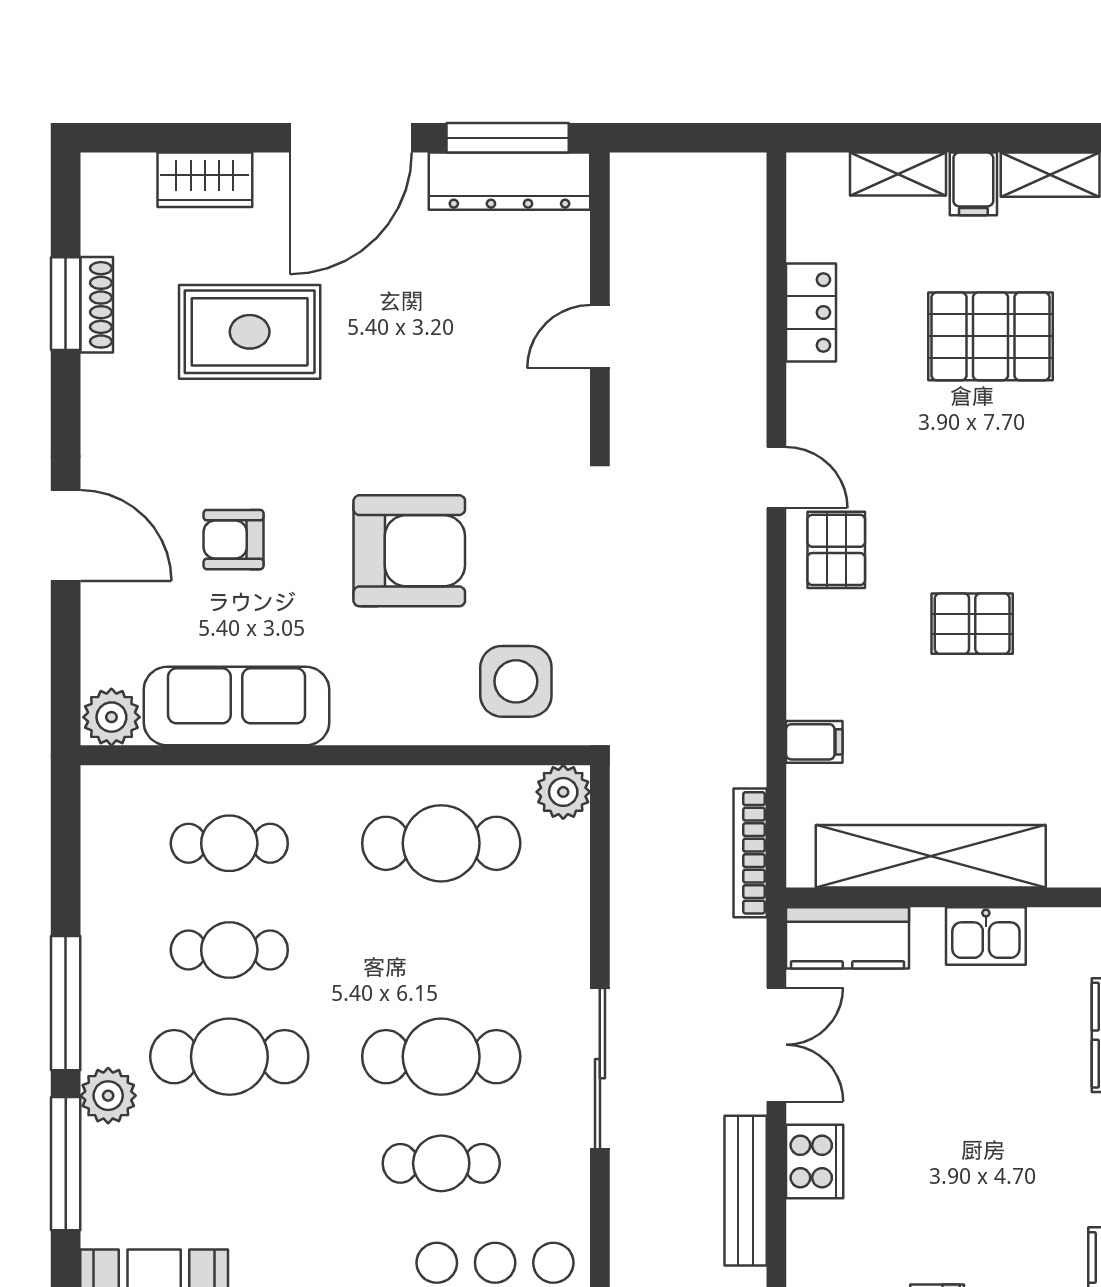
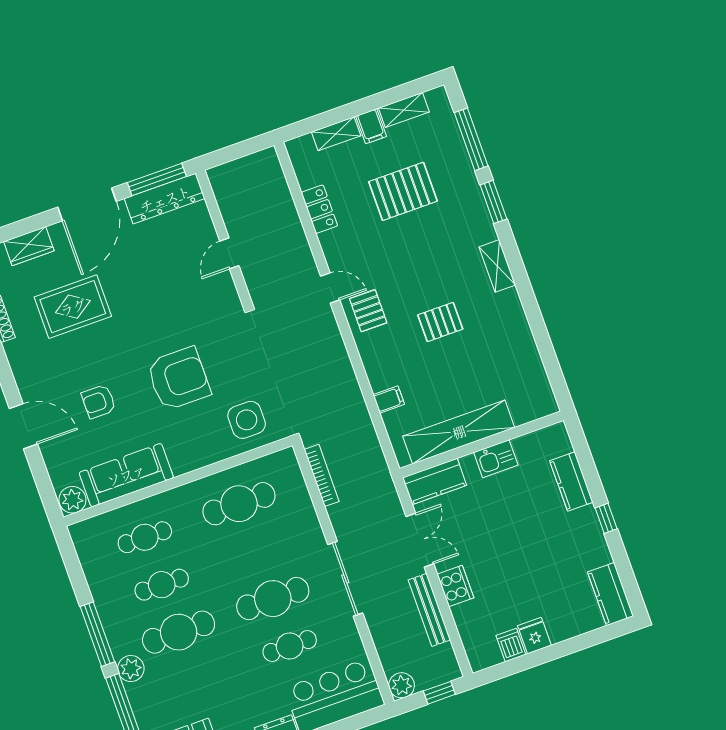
plant: (563, 792) -> (285, 462), removed
bookcase: (750, 853) -> (322, 475), moved, turned 180

